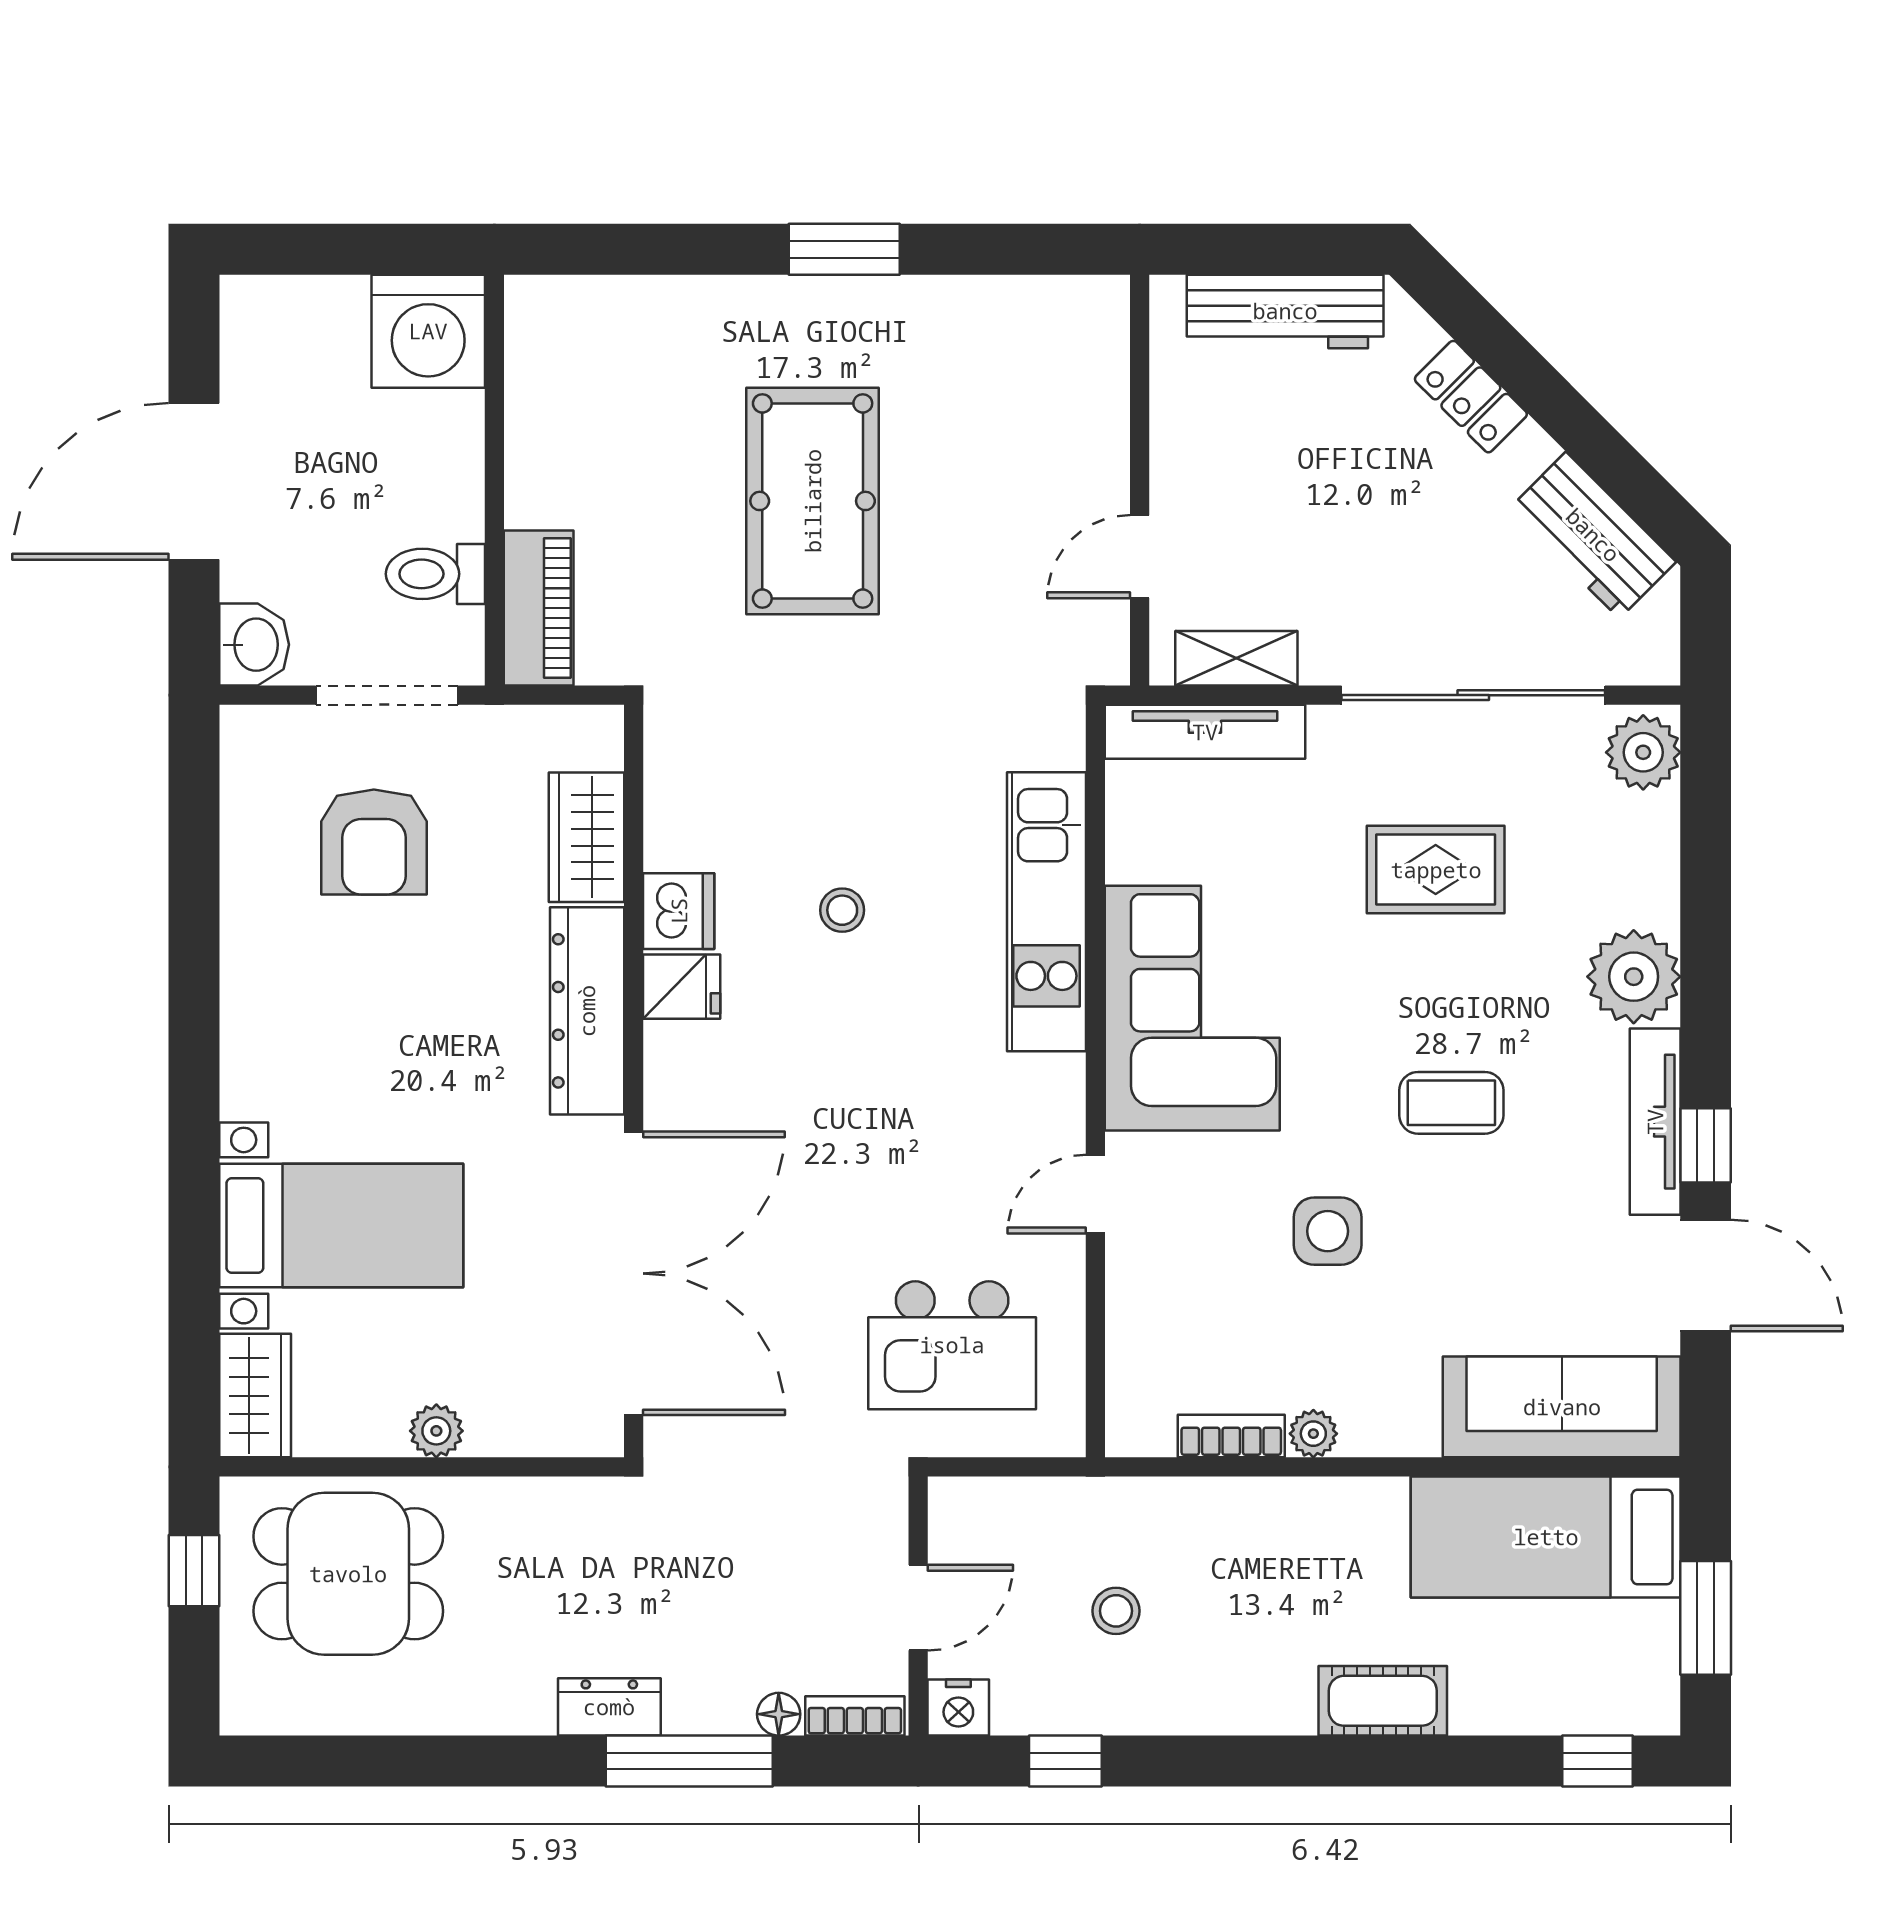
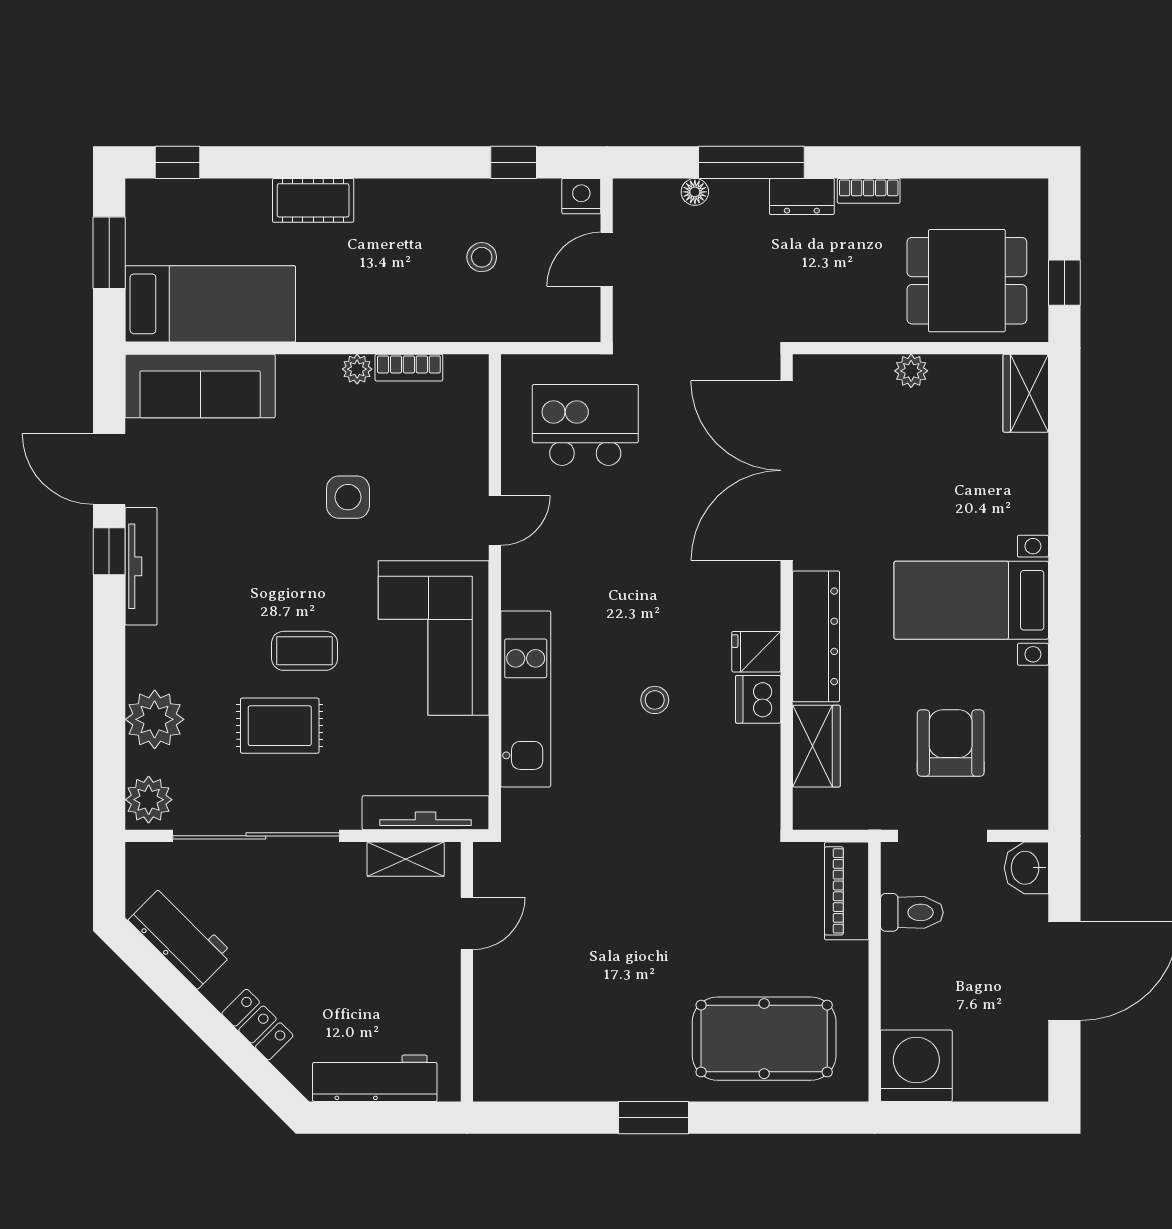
pool table: (813, 501) -> (764, 1039), moved, turned 90
plant: (1634, 977) -> (155, 719), moved
coffee table: (1451, 1103) -> (305, 651), moved
bed with nightstands: (341, 1226) -> (971, 600), moved
bookcase: (855, 1716) -> (869, 191), moved

